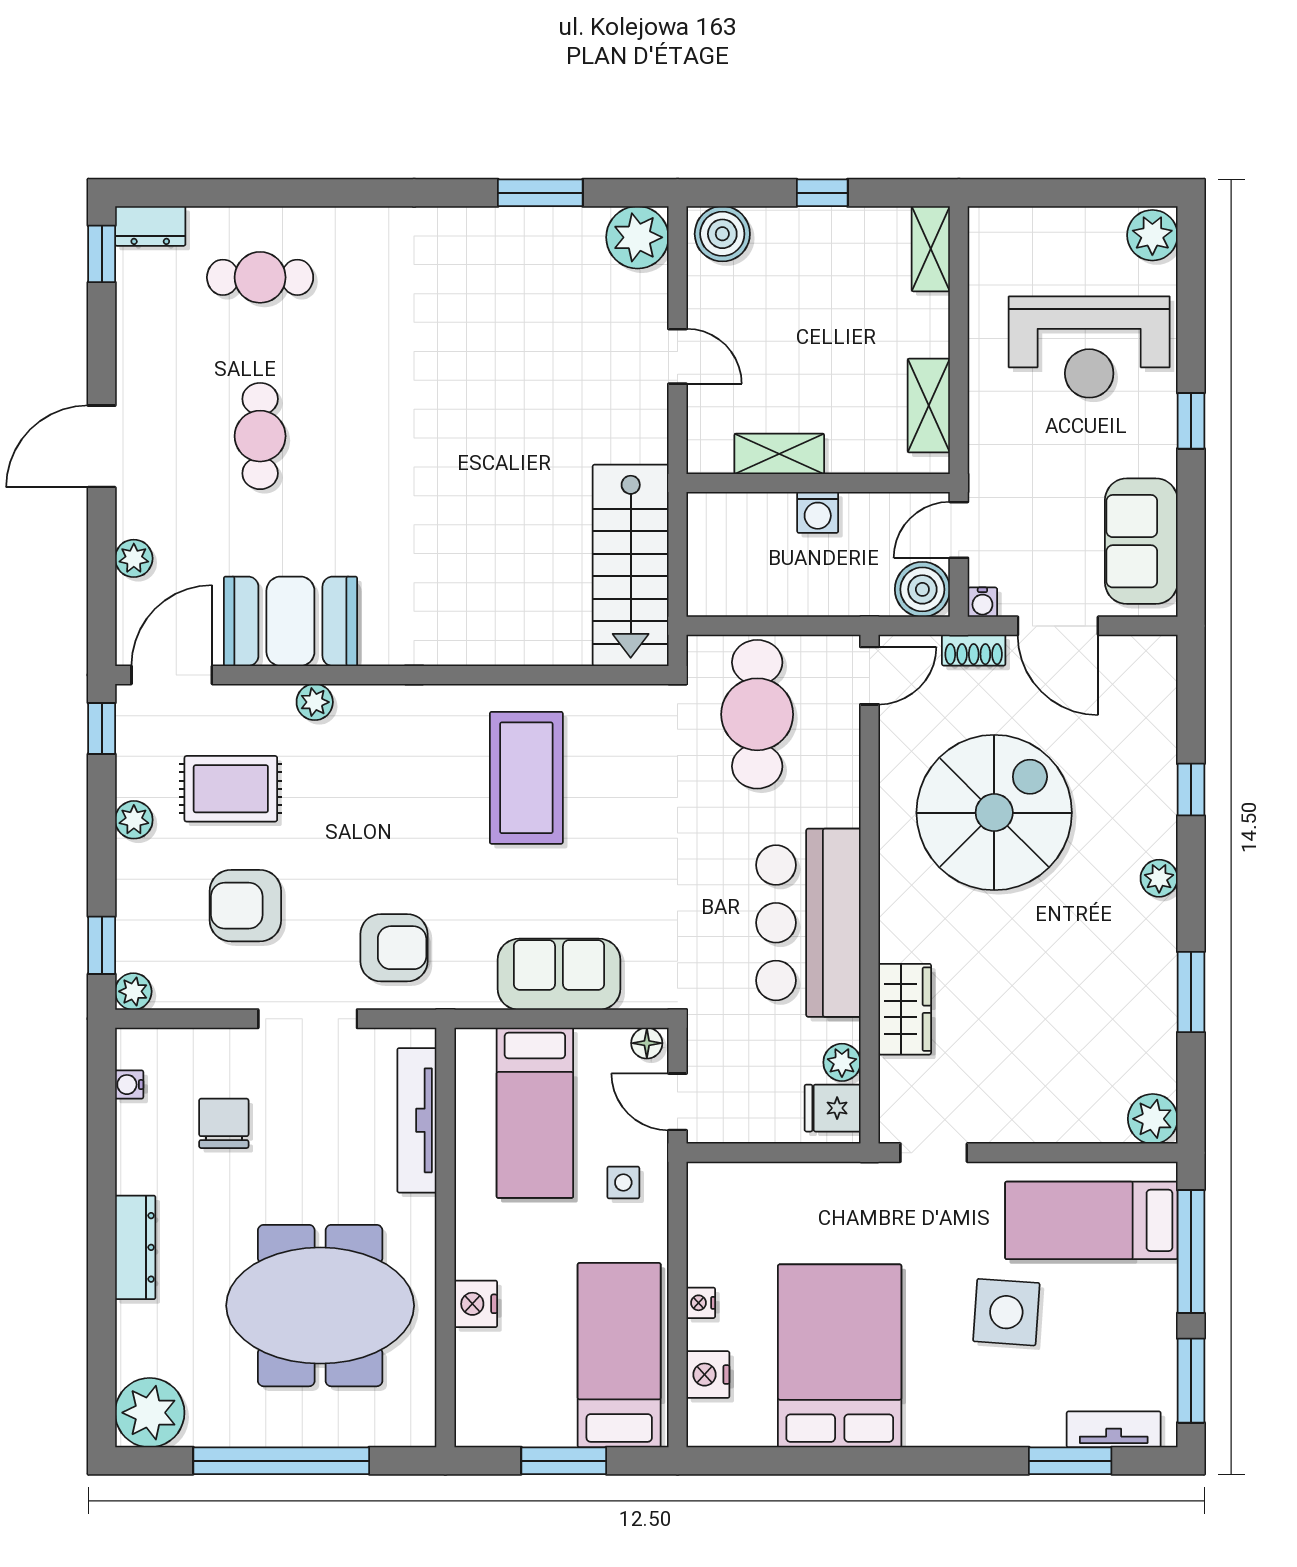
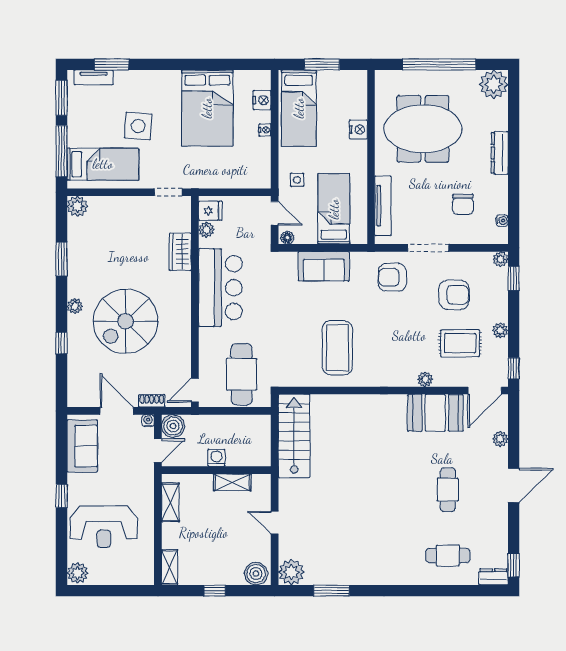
reception desk: (1089, 347) -> (104, 527), turned 180
spiral stairs: (994, 813) -> (125, 321), moved

